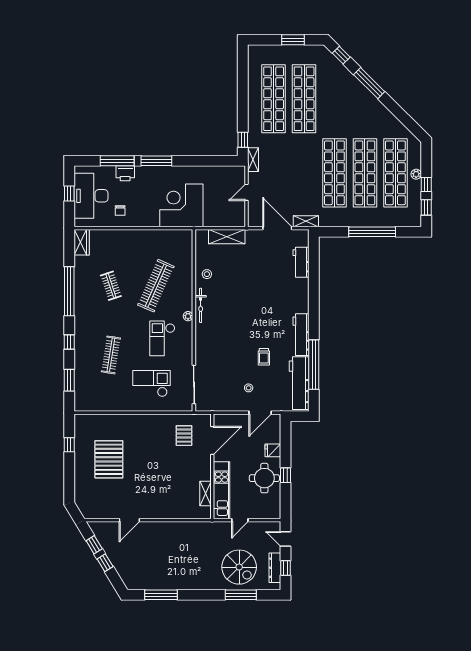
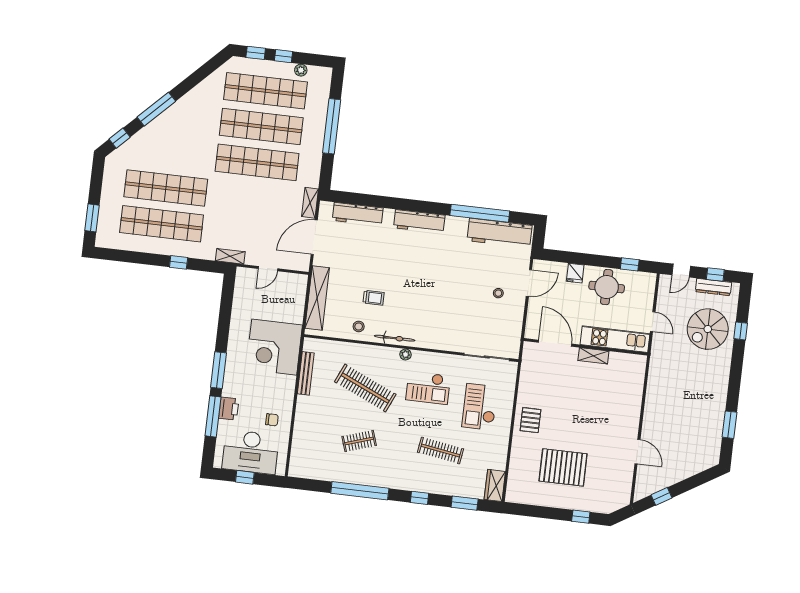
window: (293, 40) -> (92, 218), moved
window: (243, 140) -> (179, 262), moved
plant: (416, 174) -> (301, 70), moved
door: (246, 192) -> (268, 269), hinge flipped
window: (426, 207) -> (256, 53), moved
bench: (162, 234) -> (306, 373), added
shelving: (227, 237) -> (317, 298), width x1.47
wardrobe: (82, 242) -> (495, 485), moved, turned -90
workbench: (301, 262) -> (358, 214), width x1.38
workbench: (301, 335) -> (419, 221), moved
trolley: (264, 357) -> (374, 298), moved
door: (260, 413) -> (529, 283), hinge flipped
pallet: (184, 436) -> (530, 420), moved, turned 90
window: (69, 445) -> (581, 517), moved
window: (286, 475) -> (630, 264), moved
shelving: (205, 493) -> (593, 356), moved
window: (105, 563) -> (684, 486), removed
spiral stairs: (239, 567) -> (708, 329), turned 180
window: (161, 595) -> (730, 425), width x0.69
window: (241, 595) -> (741, 331), width x0.46

